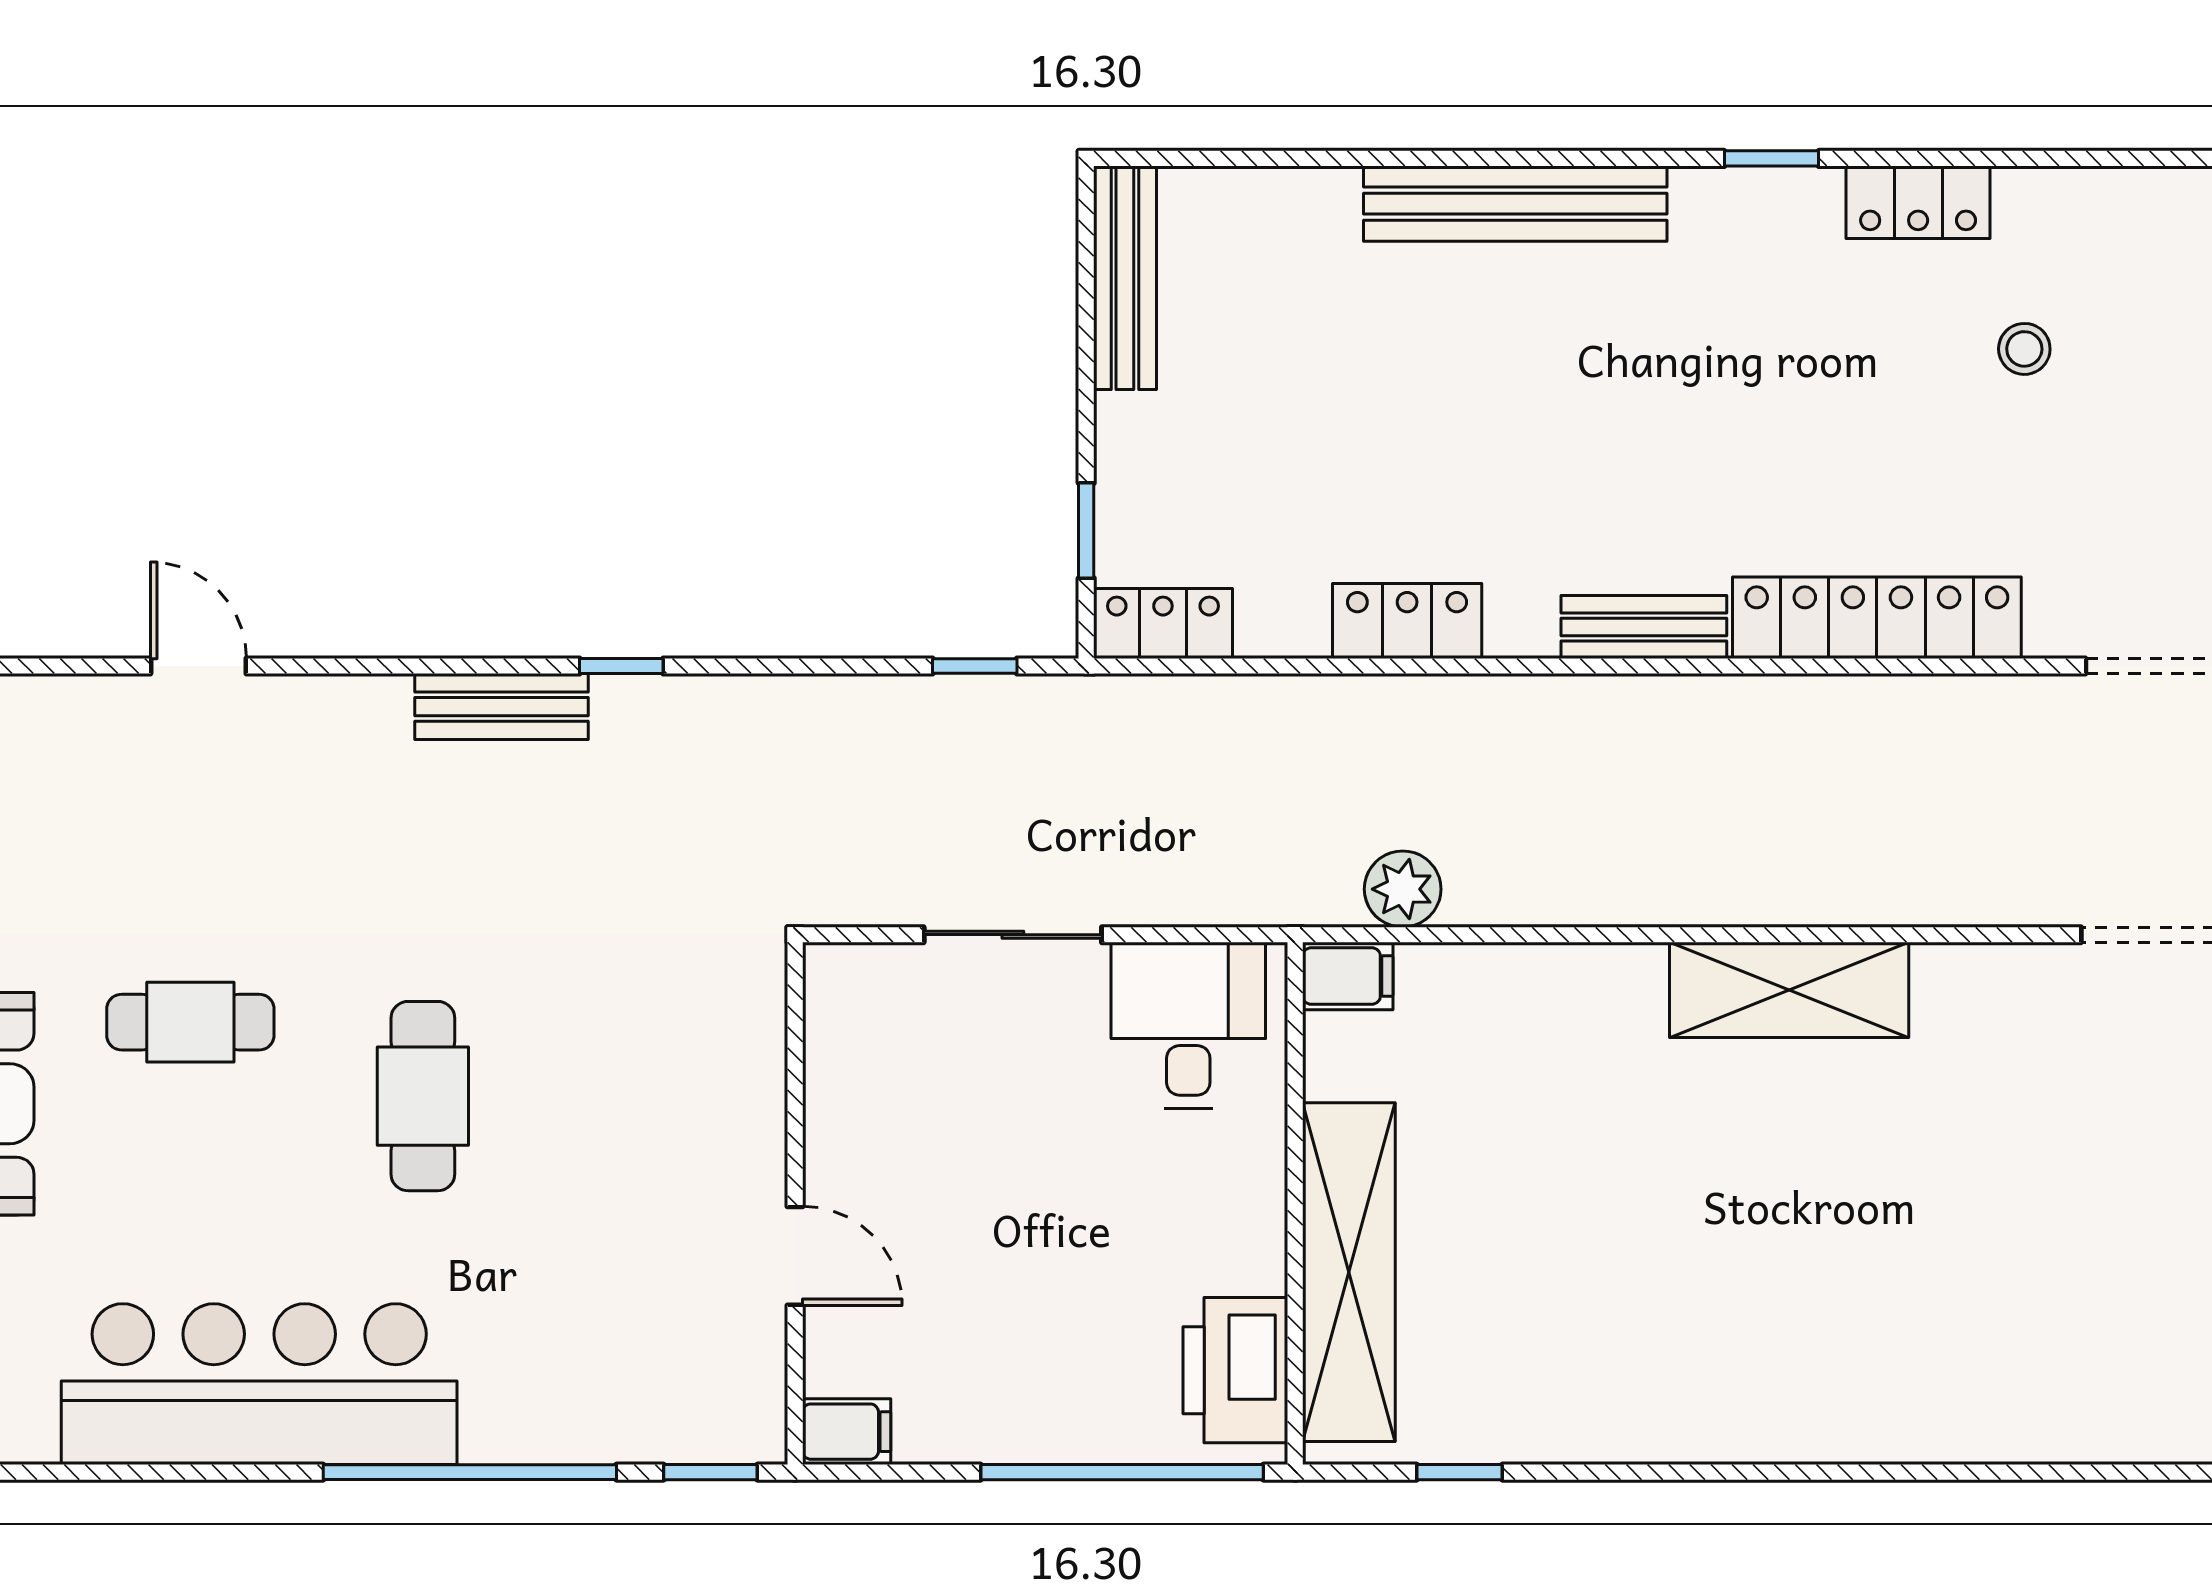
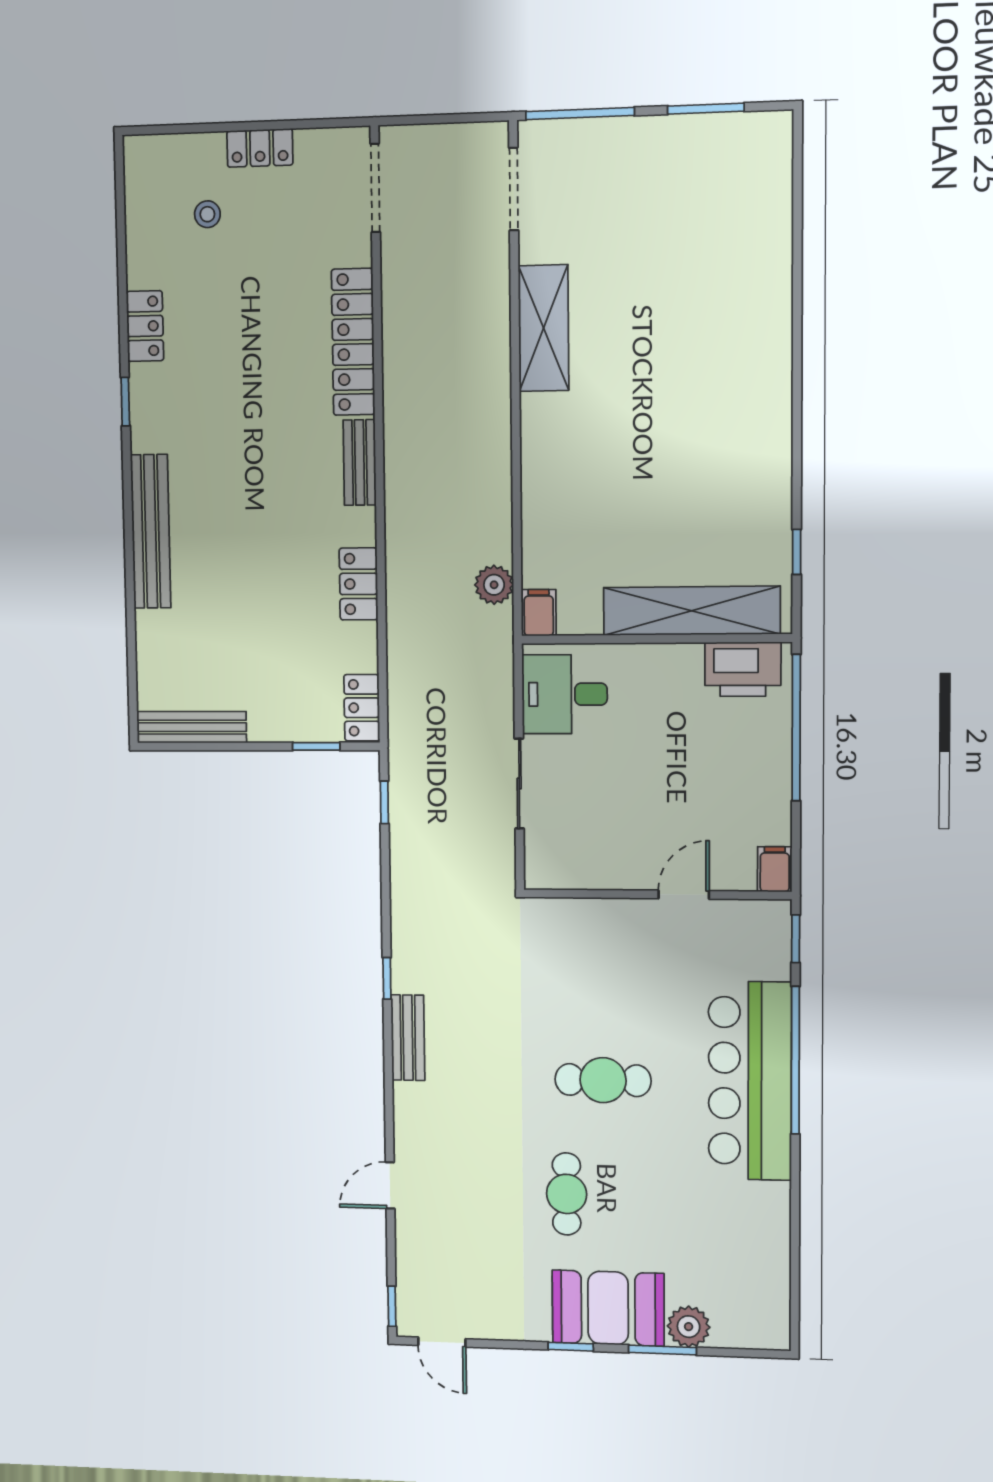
stool: (2024, 349) -> (207, 214), moved
shelving: (1789, 990) -> (544, 328), moved
bar counter: (259, 1384) -> (750, 1081), moved

